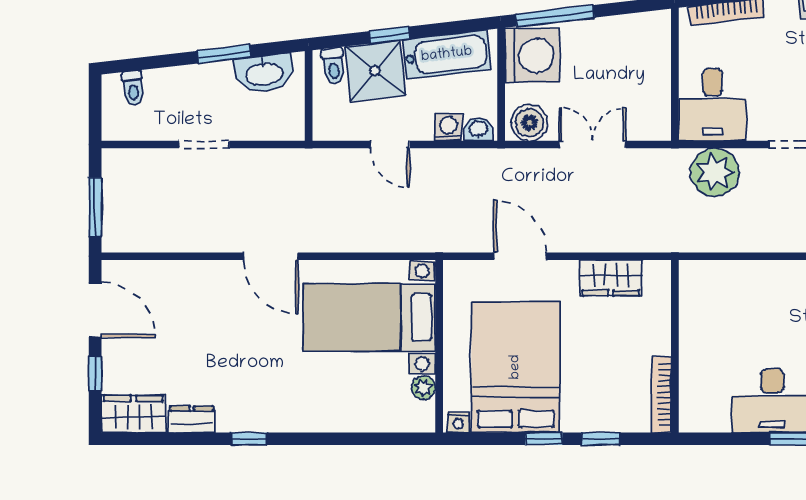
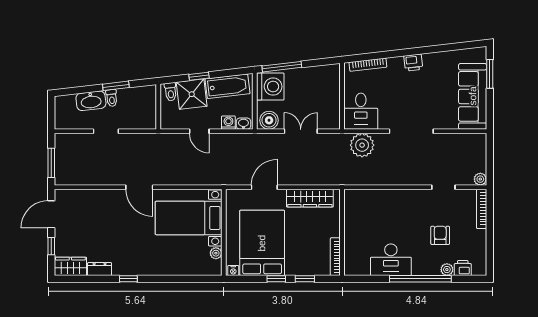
washbasin: (264, 73) -> (91, 101), moved
toilet: (133, 88) -> (112, 98), moved
door: (520, 256) -> (264, 187), hinge flipped
wardrobe: (611, 278) -> (310, 198), width x1.50
door: (95, 310) -> (51, 214), swing flipped

